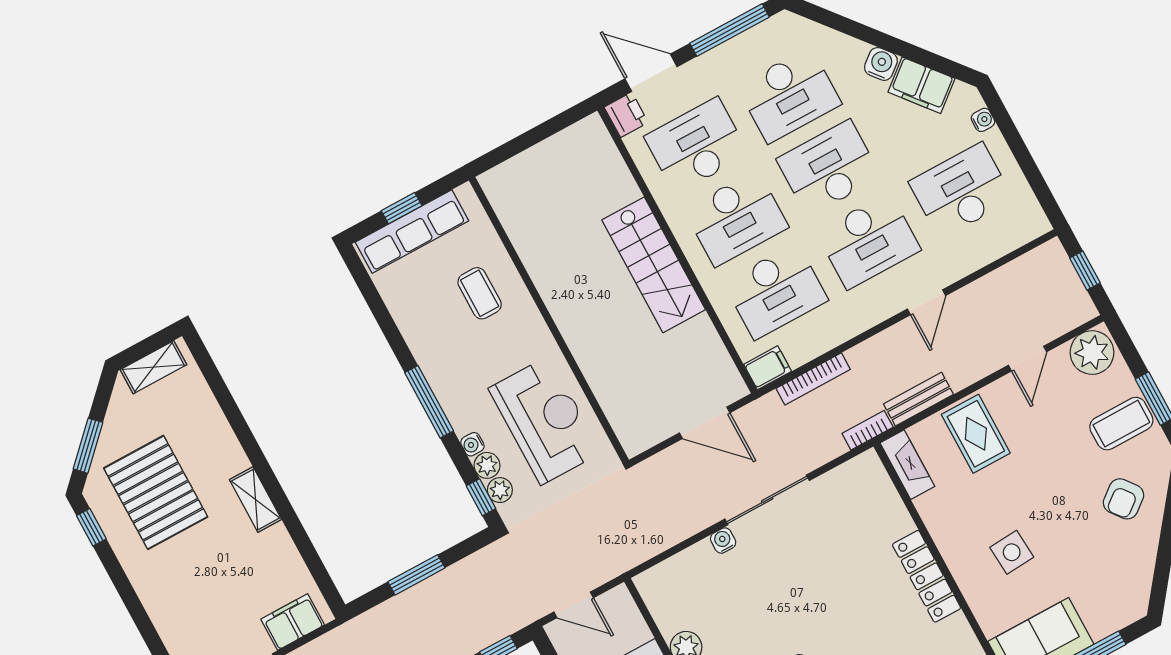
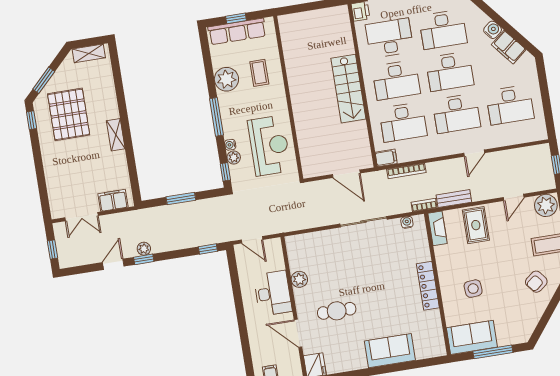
water cooler: (983, 120) -> (533, 74), removed
desk: (829, 168) -> (450, 71), turned 180
desk: (961, 191) -> (510, 105), turned 180
plant: (500, 490) -> (226, 79), moved, width x1.88, depth x1.88
water cooler: (723, 541) -> (407, 222), moved

